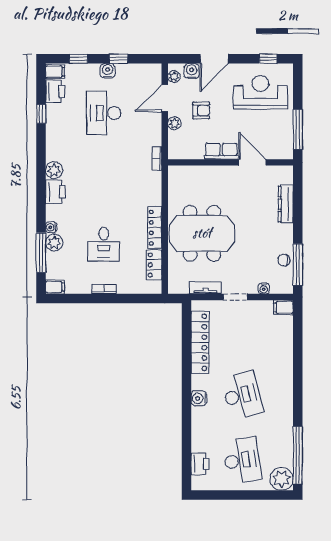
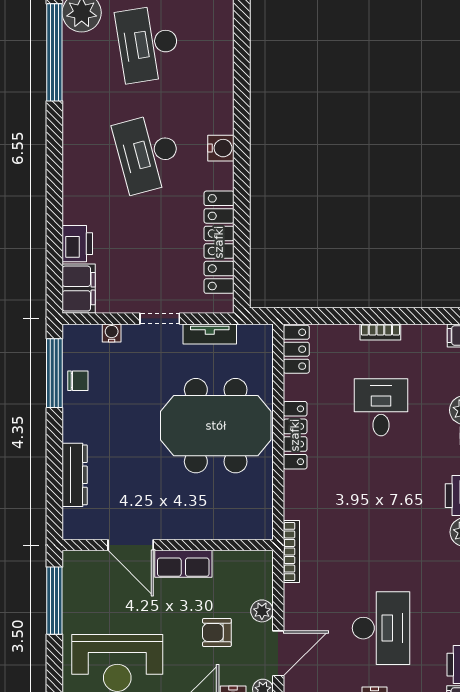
bookcase: (157, 159) -> (291, 552), width x1.56
locker: (154, 265) -> (296, 349), moved
filing cabinet: (283, 307) -> (79, 289), width x2.00
printer: (200, 464) -> (77, 244), moved, turned 180

